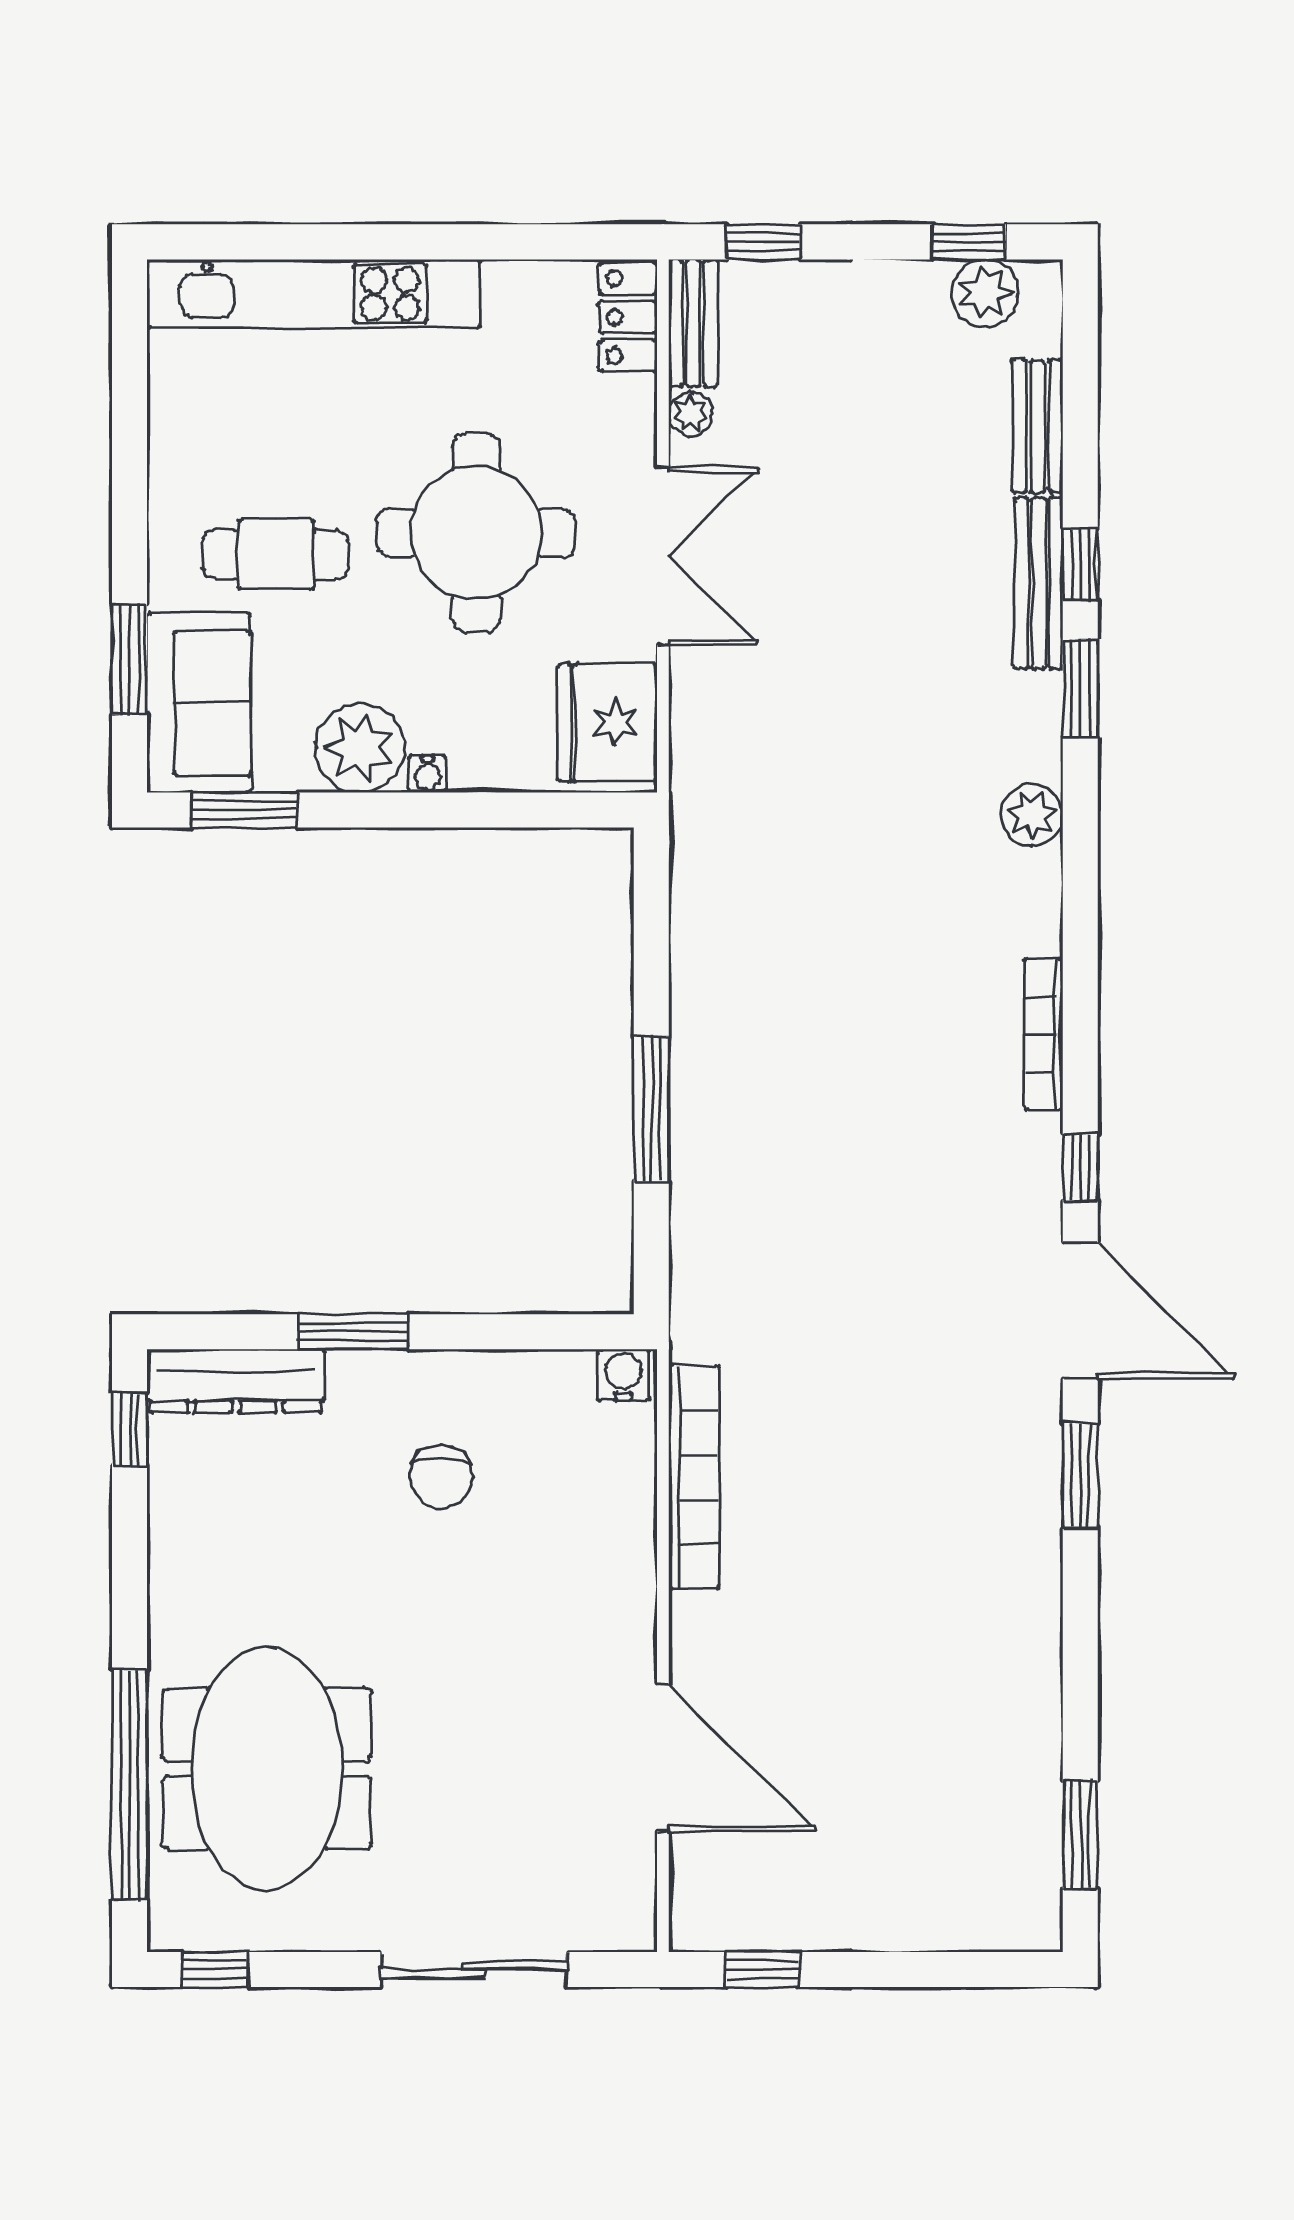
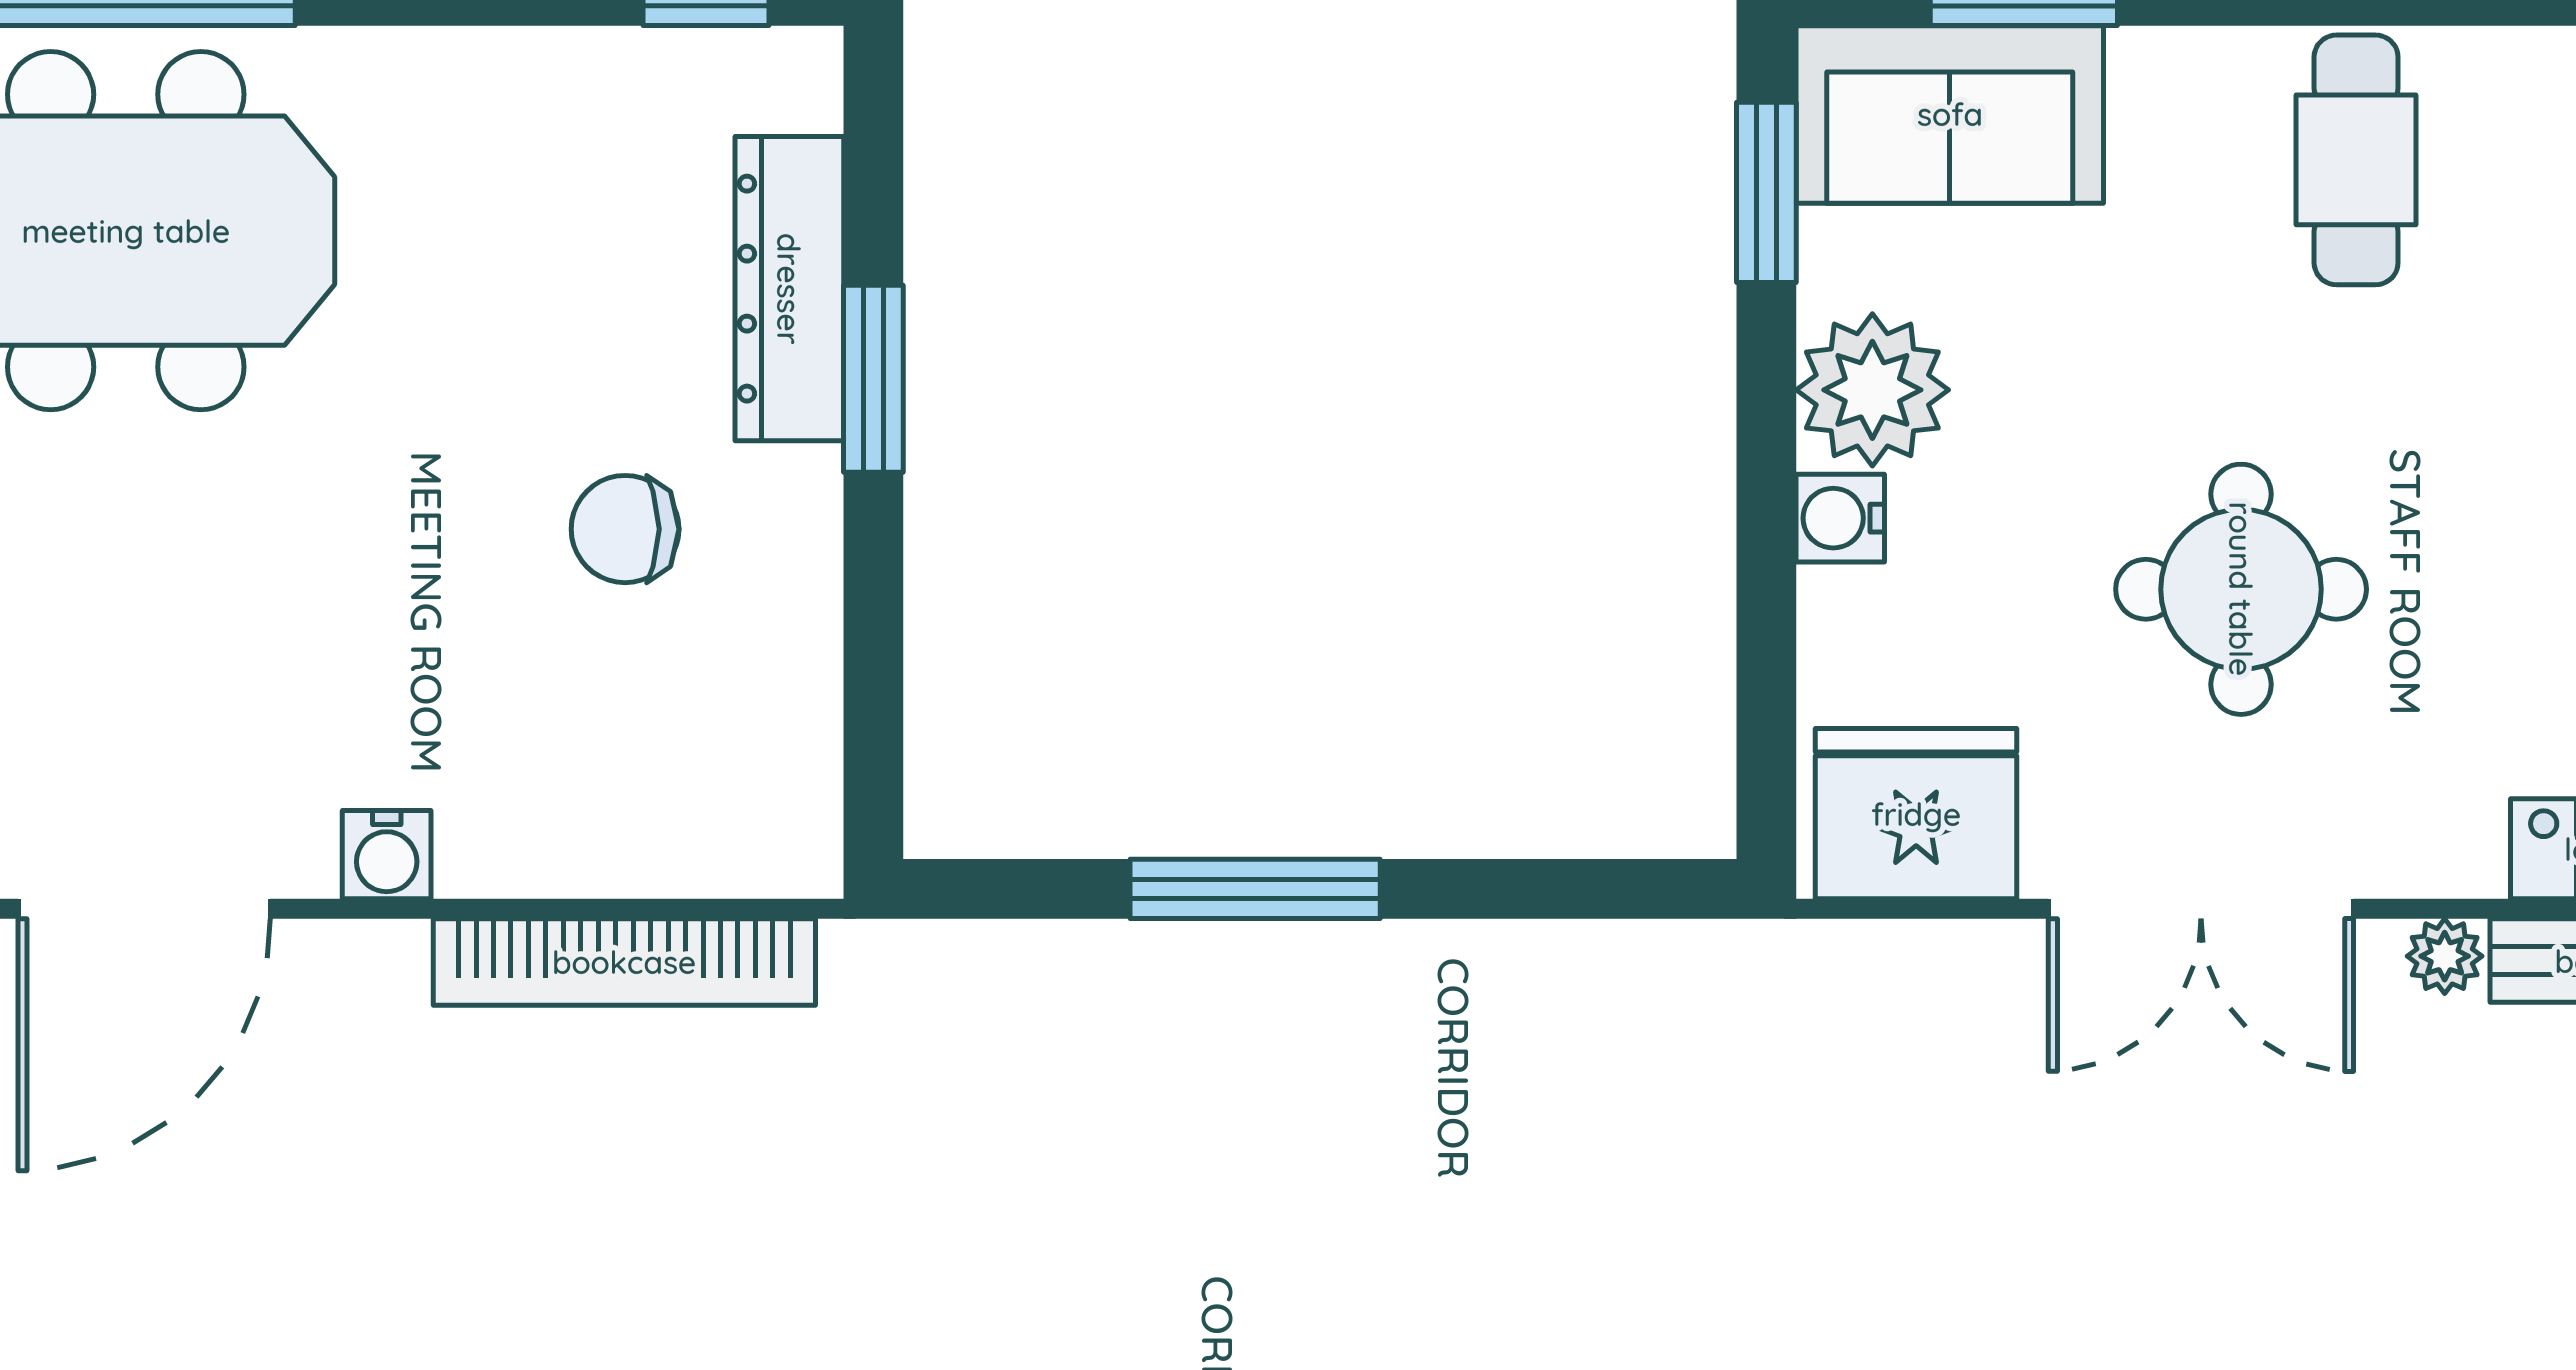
round table: (476, 533) -> (2241, 589), width x0.73, depth x0.73
cafe table: (275, 554) -> (2356, 160), moved
water cooler: (428, 774) -> (1840, 518), width x1.38, depth x1.38
water cooler: (623, 1375) -> (387, 855), moved, turned 90
dresser: (236, 1381) -> (789, 289), moved

